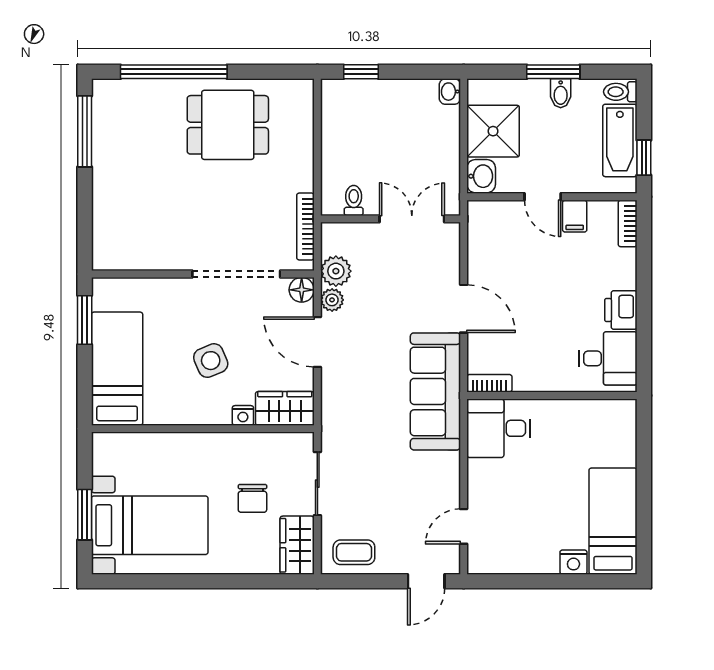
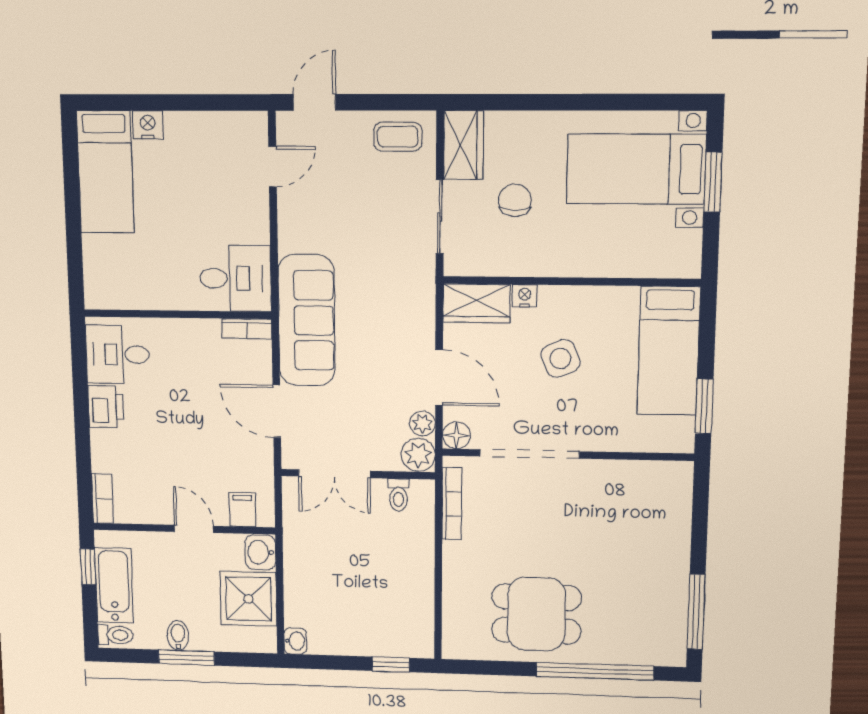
toilet: (354, 200) -> (398, 495), moved
filing cabinet: (575, 216) -> (242, 510), moved
wall: (390, 219) -> (358, 474), moved
double door: (412, 219) -> (334, 474), moved

